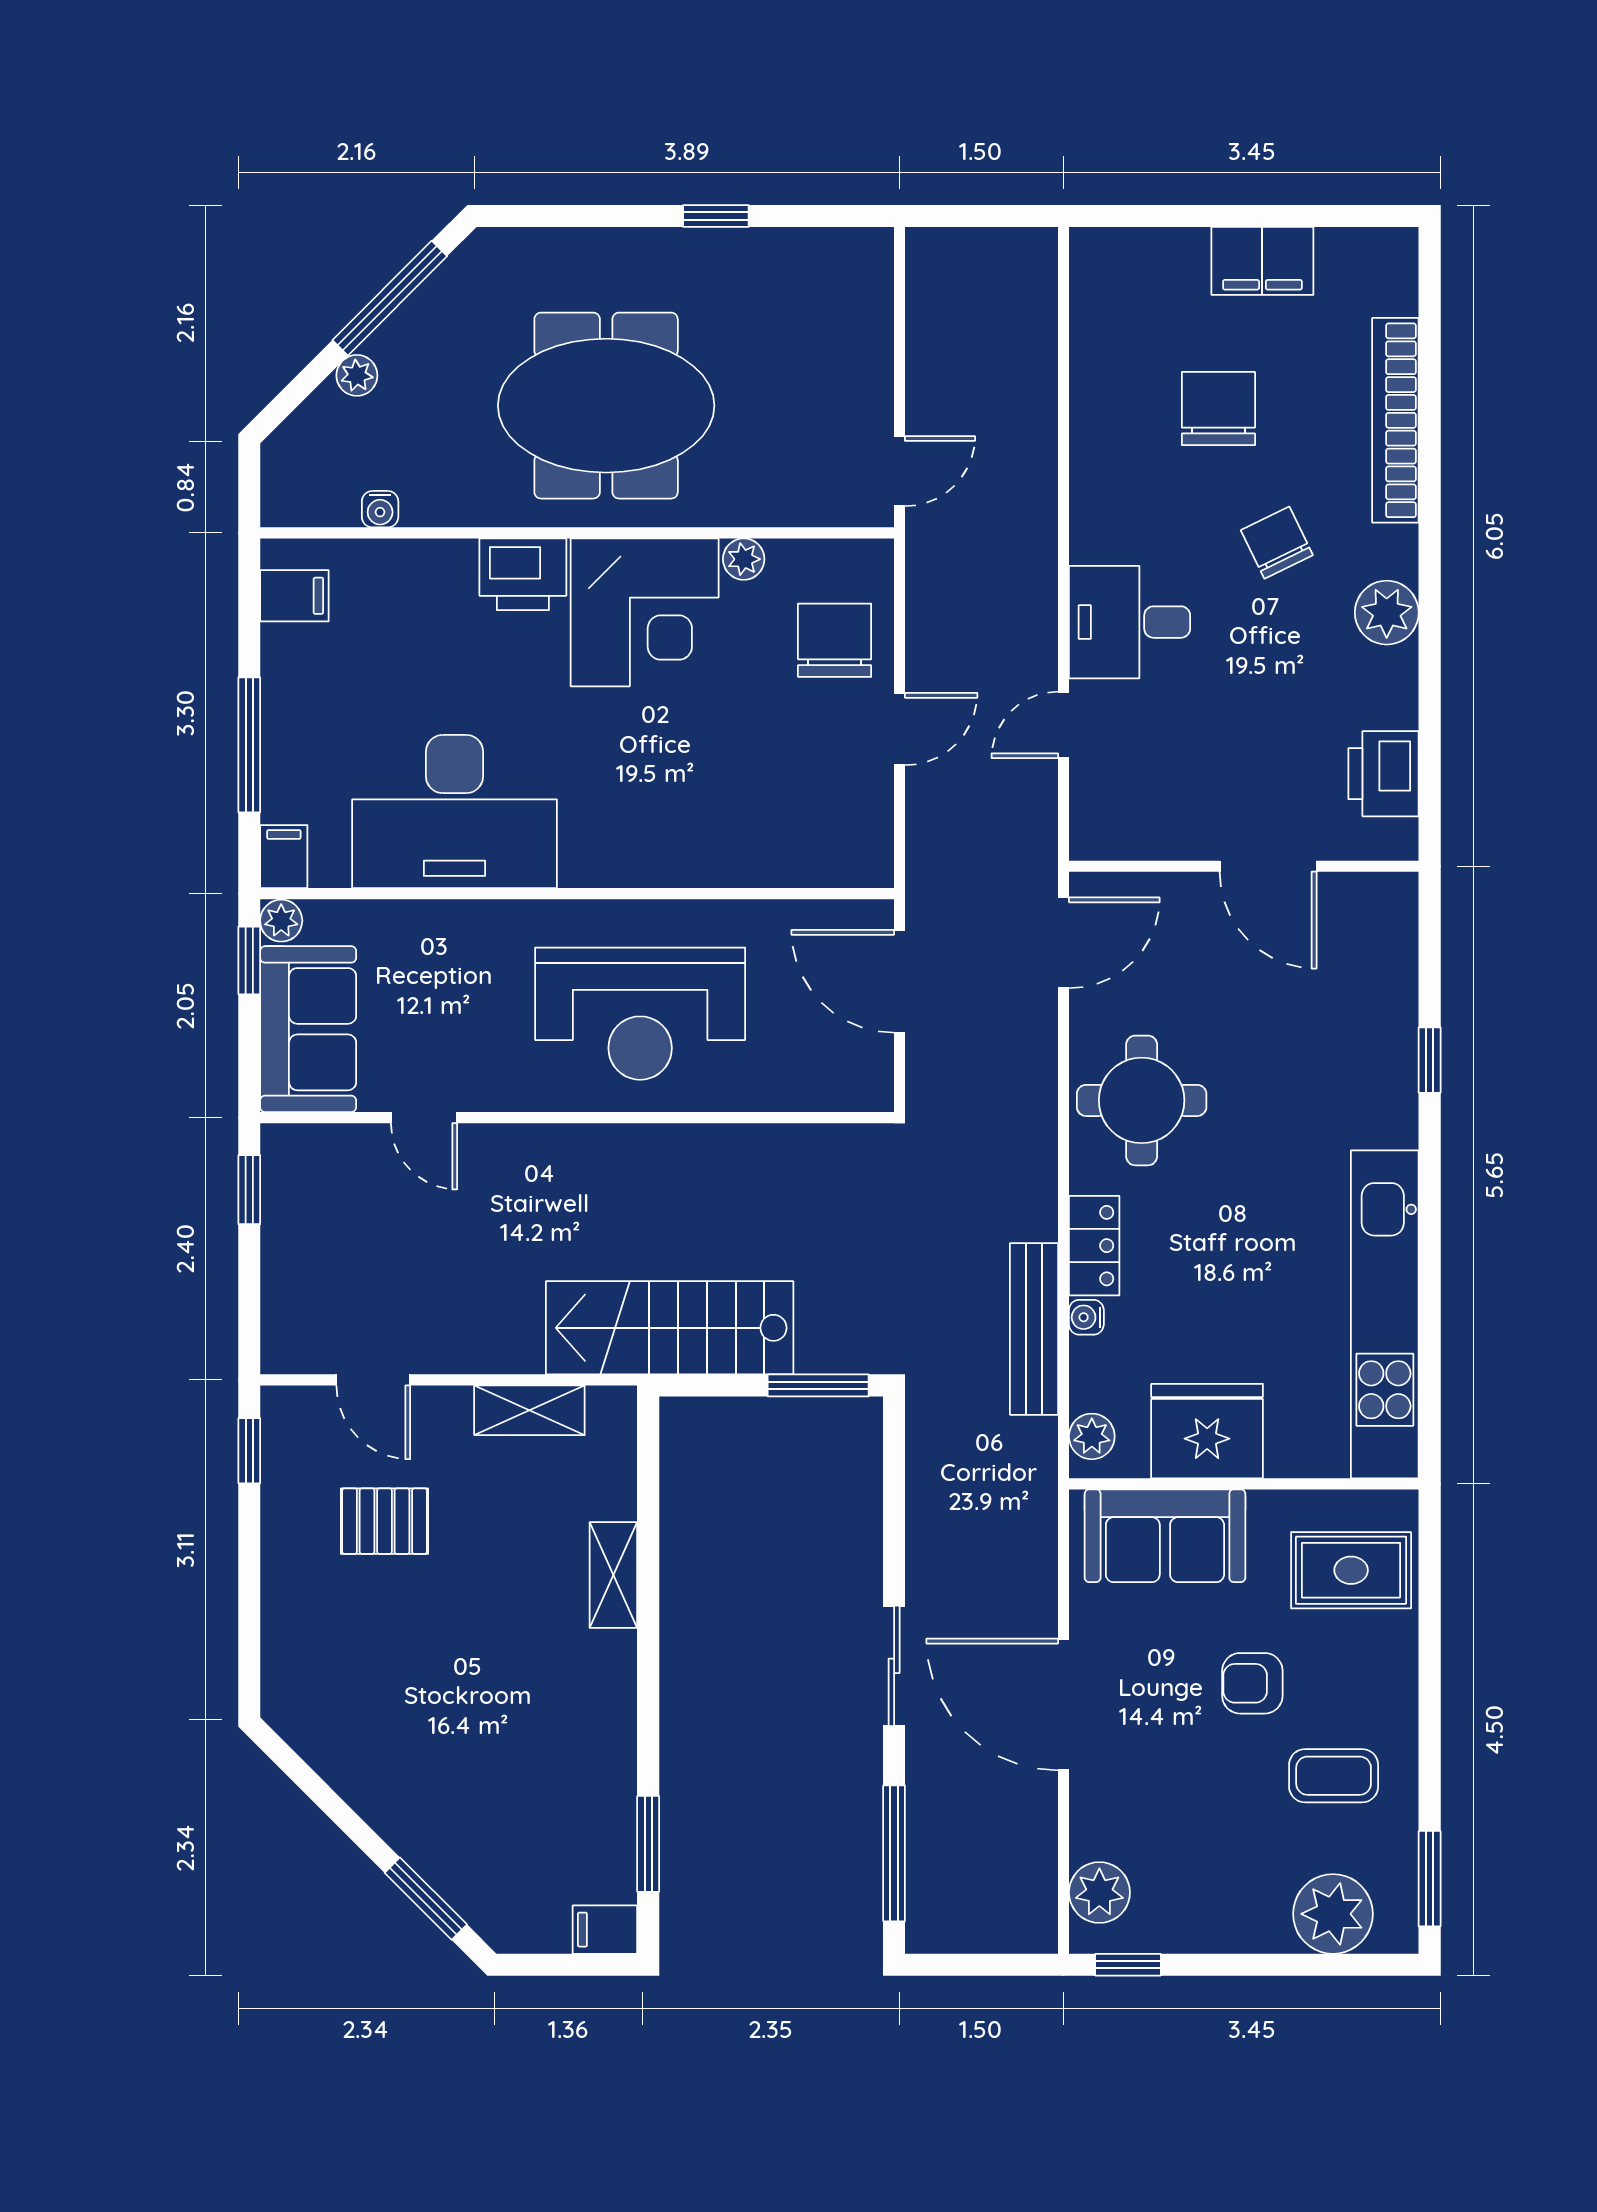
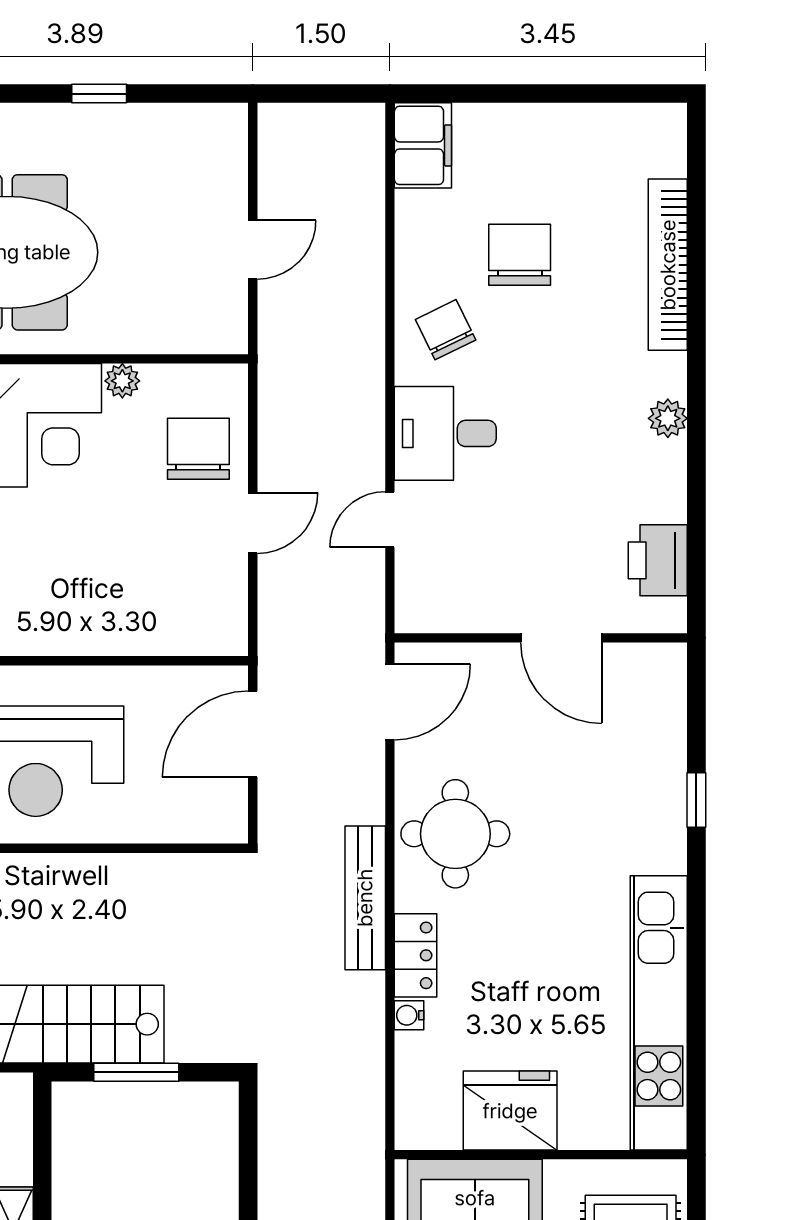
filing cabinet: (1262, 261) -> (423, 145), moved, turned -90
door: (900, 471) -> (253, 250), moved
chair: (1277, 543) -> (446, 330), moved
plant: (1387, 613) -> (668, 418), width x0.73, depth x0.73
door: (900, 981) -> (253, 734), hinge flipped
bench: (1034, 1329) -> (365, 898), moved
window: (818, 1385) -> (136, 1072), moved
plant: (1092, 1436) -> (414, 1115), removed

